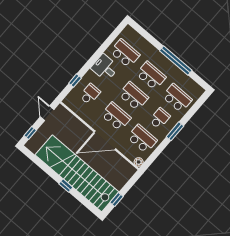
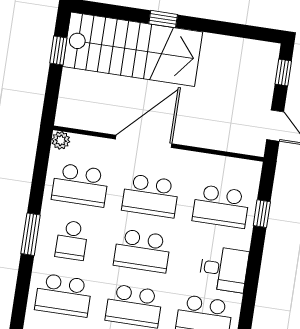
school desk: (90, 94) -> (221, 206), width x1.85
stairs: (77, 173) -> (133, 49), width x0.73

